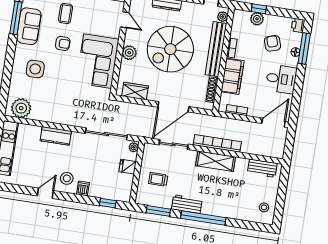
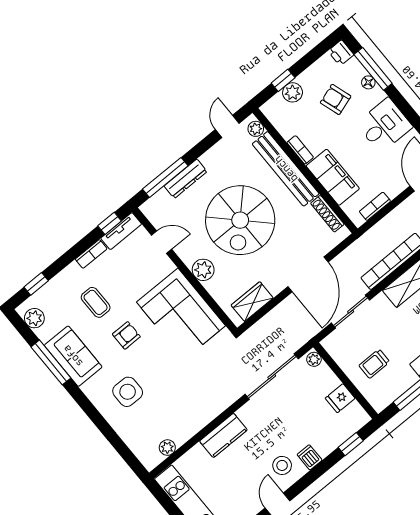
plant: (21, 108) -> (167, 448), width x0.53, depth x0.53
fridge: (128, 167) -> (340, 398), moved

